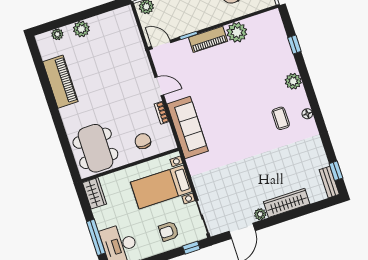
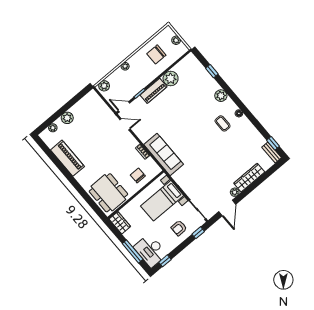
door: (159, 86) -> (125, 124), moved

